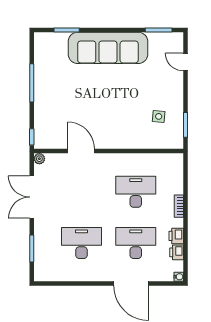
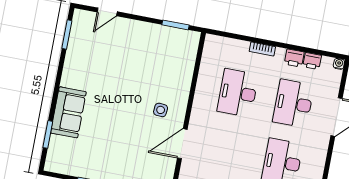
sofa: (108, 48) -> (68, 112), width x0.54, depth x0.79
side table: (159, 116) -> (161, 110), moved

